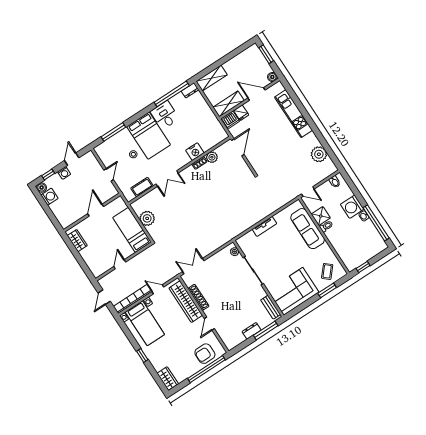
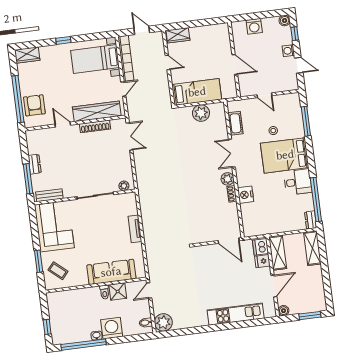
plant: (319, 154) -> (163, 322), moved
plant: (212, 157) -> (228, 179), moved
washing machine: (49, 197) -> (254, 26), moved
wardrobe: (77, 241) -> (178, 35), moved
window: (363, 267) -> (47, 327), moved

